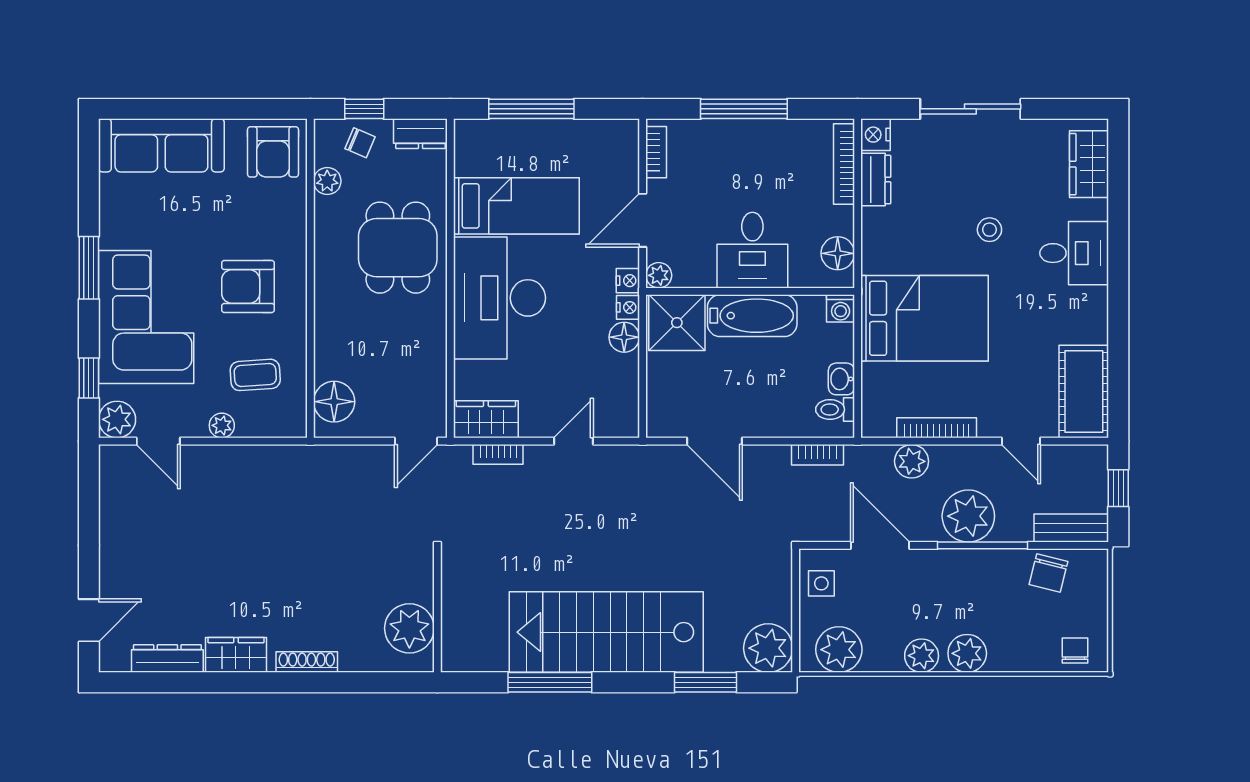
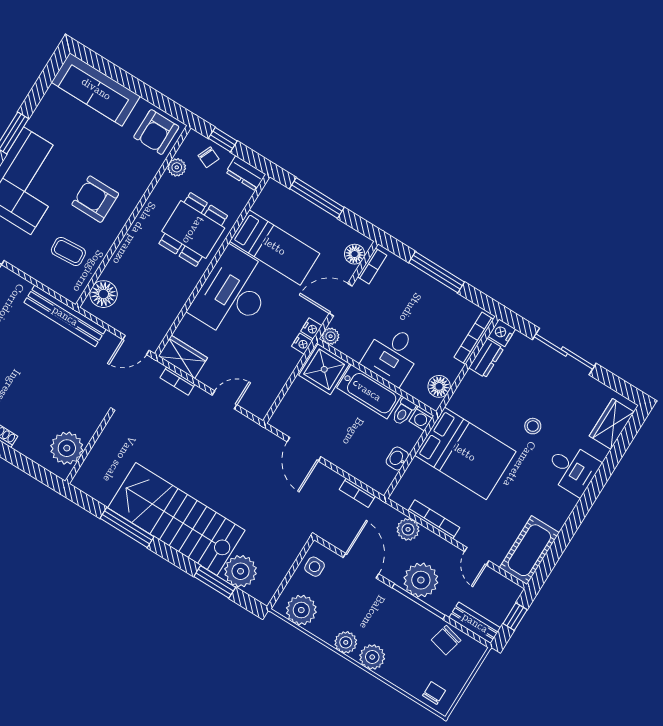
floor lamp: (624, 337) -> (355, 254), moved
toilet: (835, 409) -> (404, 412), moved, turned -90
plant: (222, 425) -> (32, 268), removed
bench: (302, 460) -> (65, 316), added
plant: (768, 648) -> (241, 571), moved

